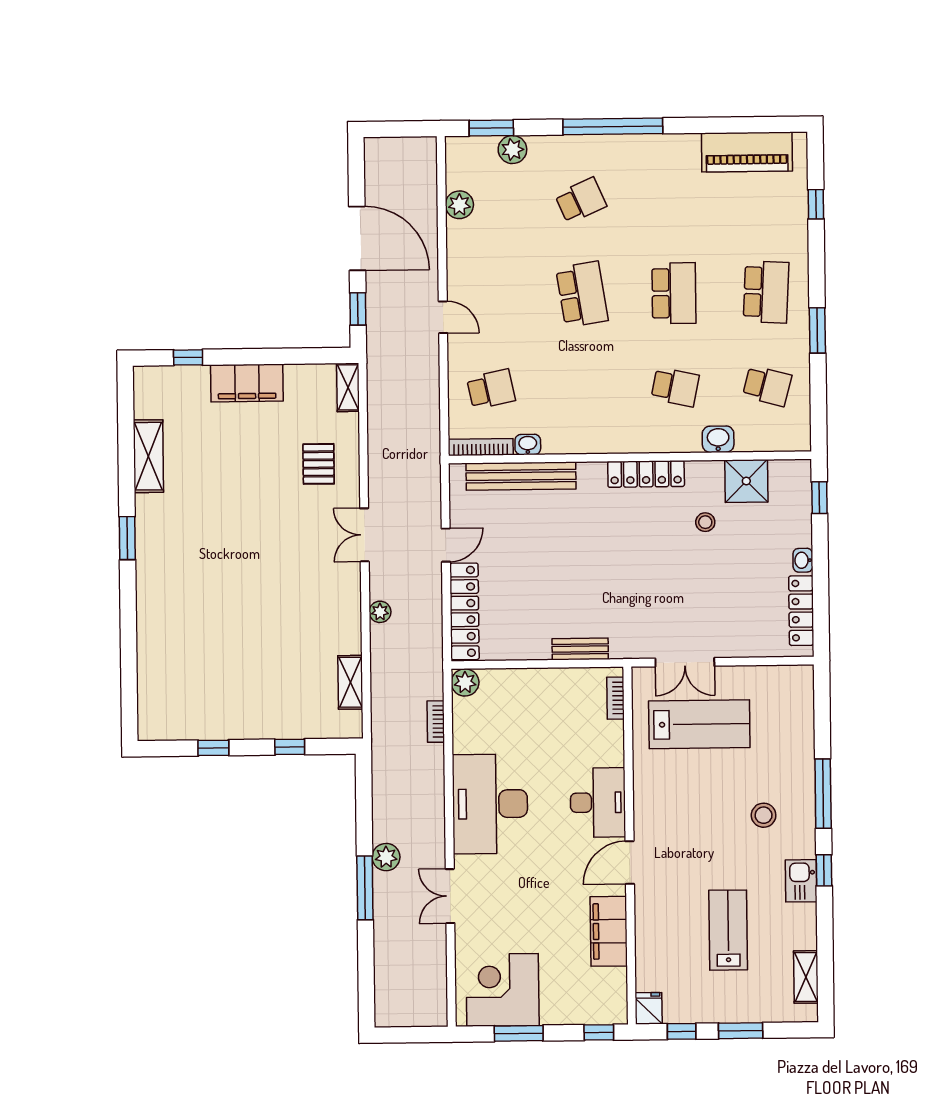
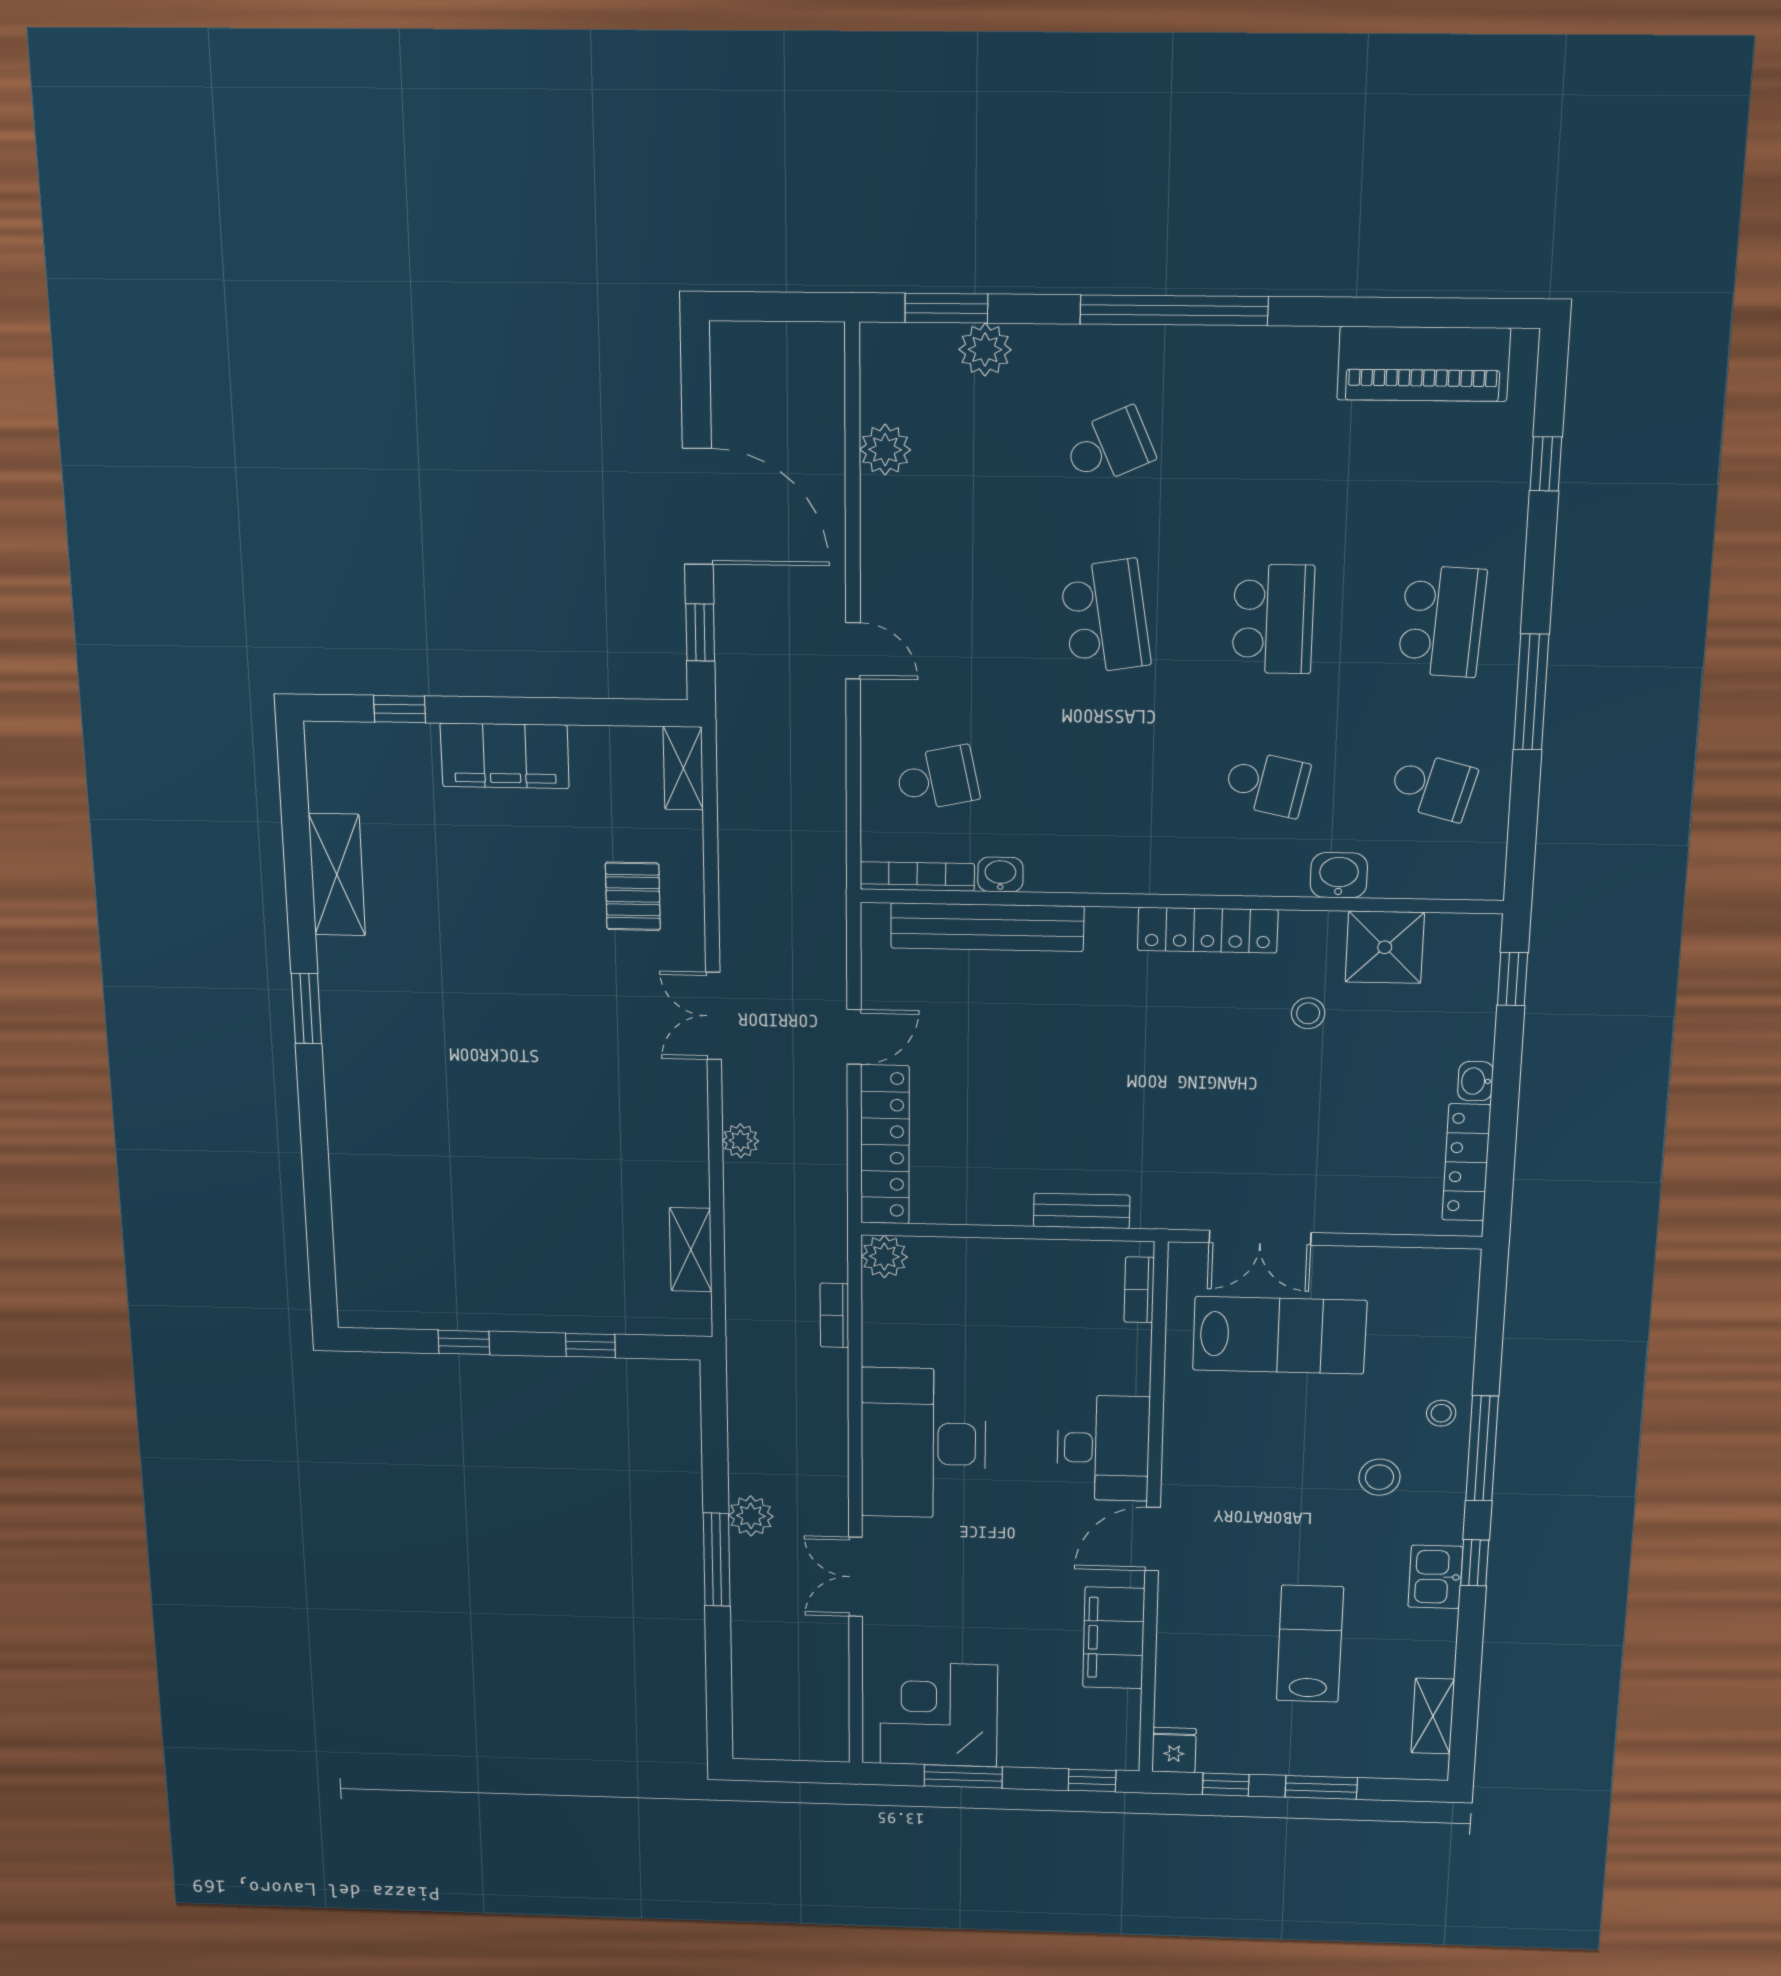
window: (817, 330) -> (1531, 692), width x1.44
stool: (797, 771) -> (1441, 1413), added

